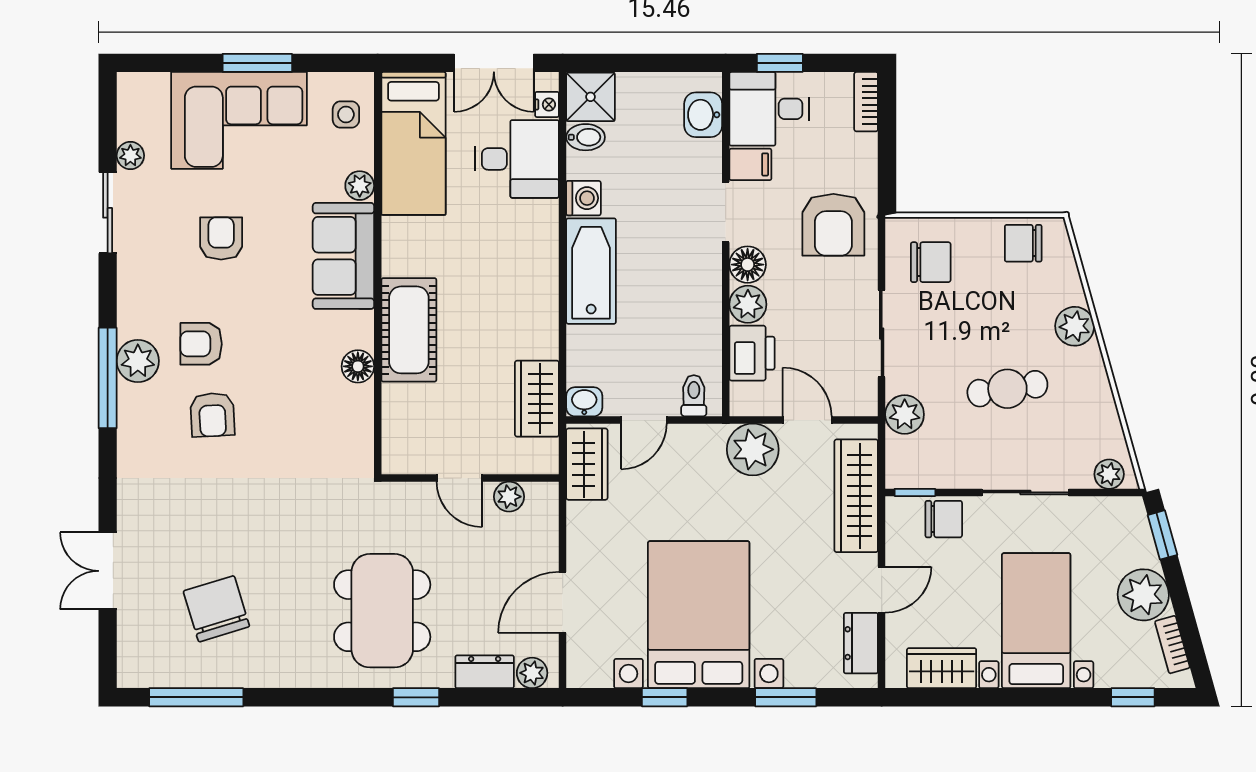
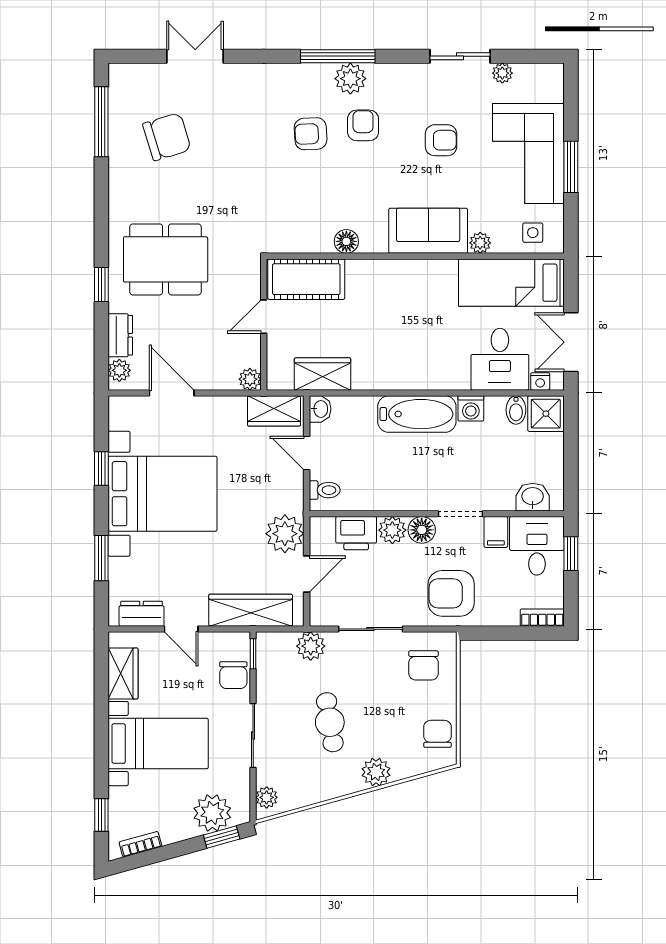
cot: (409, 330) -> (306, 279), moved
plant: (509, 497) -> (250, 379), moved
plant: (1143, 595) -> (212, 813), moved

